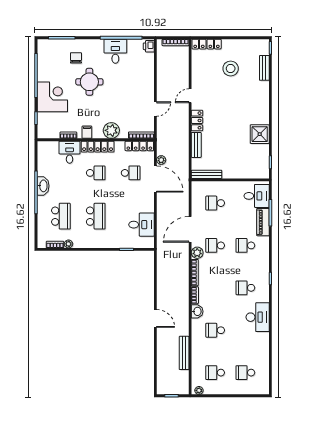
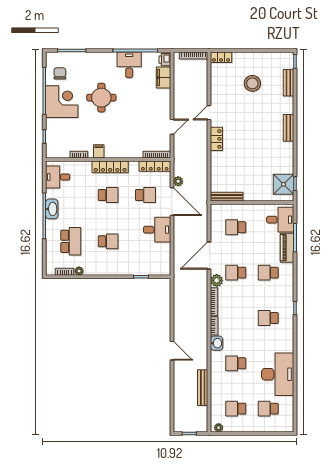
locker: (207, 44) -> (221, 57), width x0.66
chair: (76, 58) -> (60, 73), moved
filing cabinet: (147, 63) -> (163, 77), added
corner desk: (52, 97) -> (62, 102), moved
plant: (111, 130) -> (125, 150), removed
shower: (260, 134) -> (283, 184), moved
bench: (196, 145) -> (288, 128), moved
desk: (70, 152) -> (58, 177), moved, turned -90
school desk: (96, 216) -> (108, 241), width x0.54
desk: (141, 225) -> (157, 230), moved
desk: (258, 317) -> (278, 374), moved, width x1.36, depth x1.30

